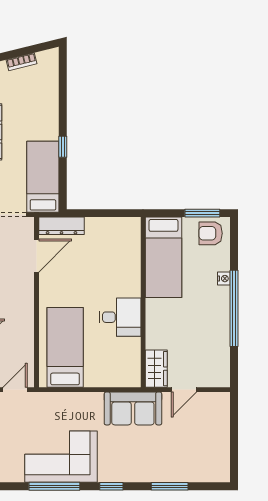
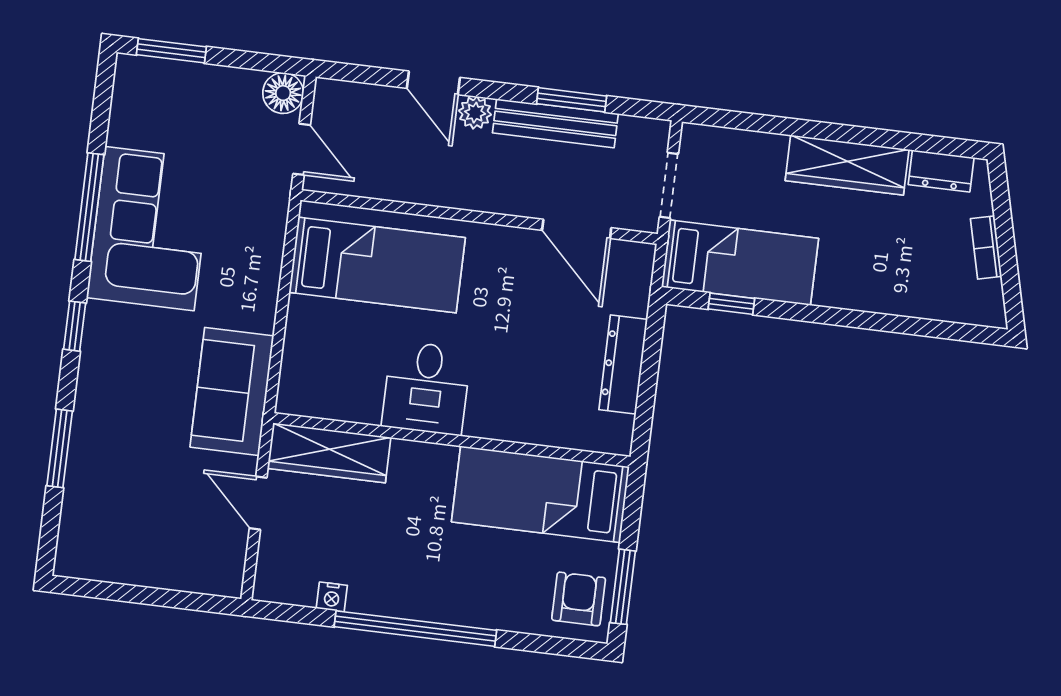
window: (63, 147) -> (731, 304), moved
dresser: (61, 226) -> (623, 365), moved
nightstand: (224, 279) -> (332, 597), moved
wardrobe: (156, 369) -> (329, 453), width x1.50

